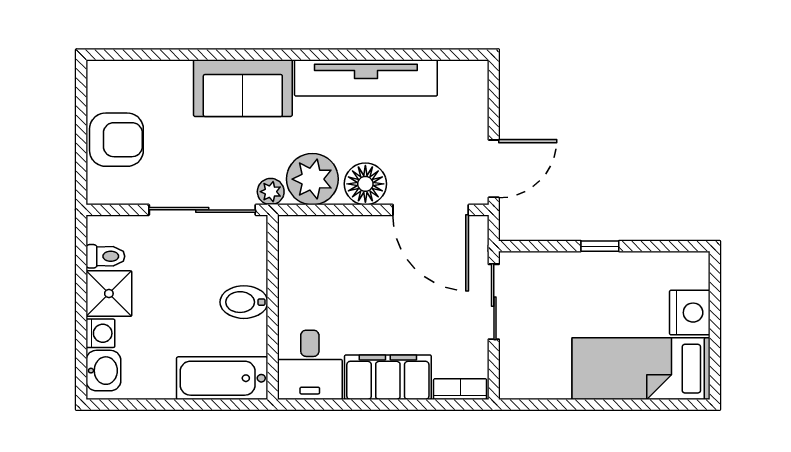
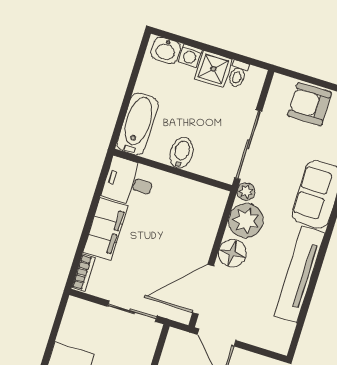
armchair: (116, 140) -> (309, 104), turned 90

